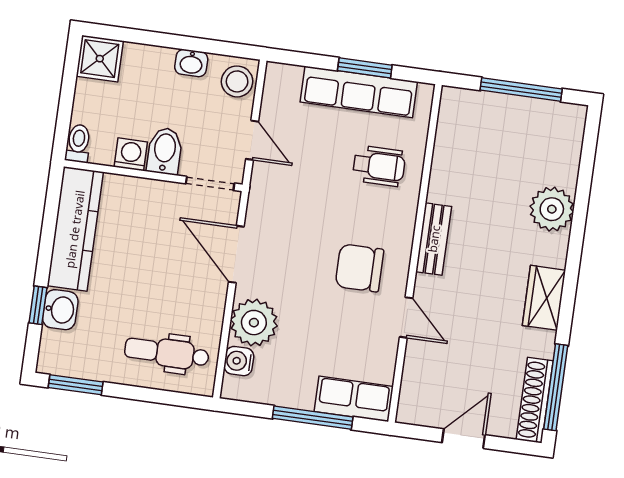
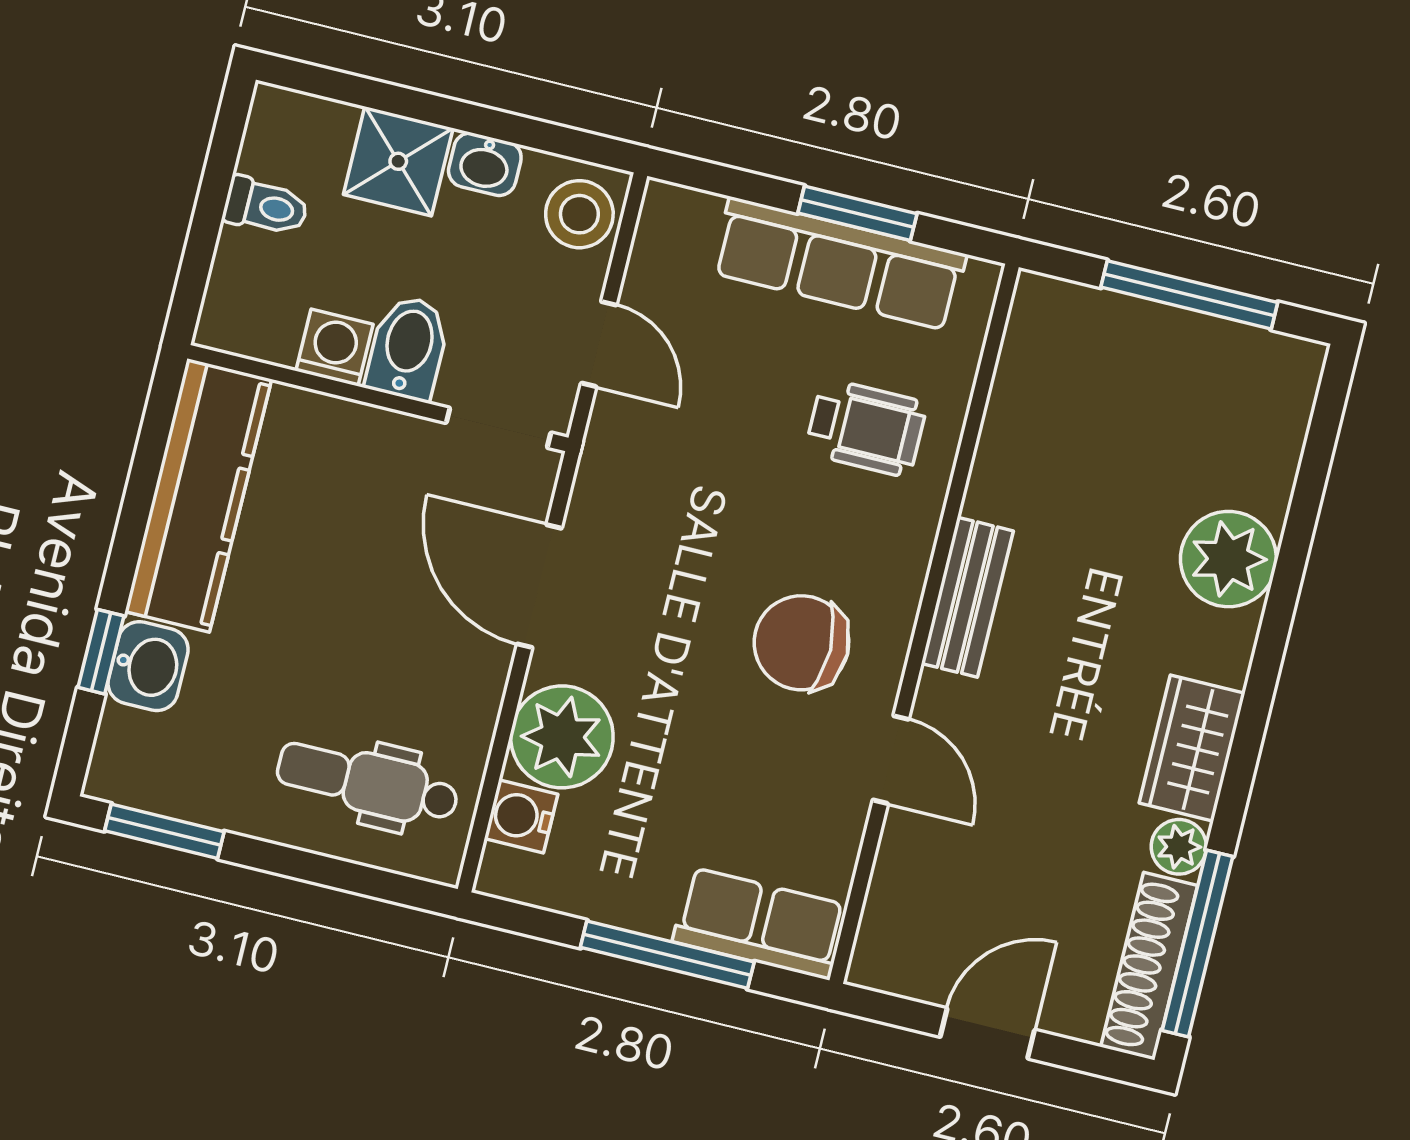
shower: (100, 59) -> (398, 161), moved
toilet: (78, 143) -> (266, 206), moved, turned 90
plant: (543, 344) -> (1179, 847), added

